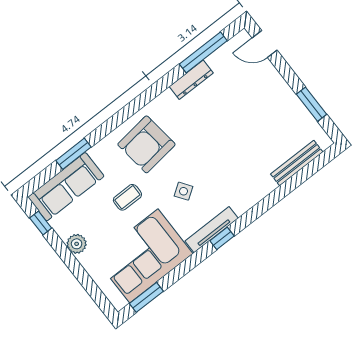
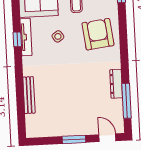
door: (265, 44) -> (107, 138), hinge flipped
window: (312, 104) -> (74, 139), moved
bench: (297, 163) -> (29, 95), moved

